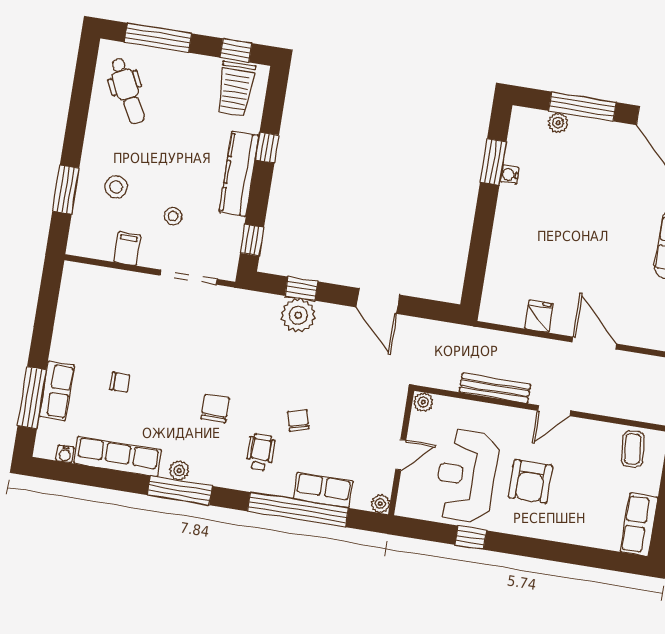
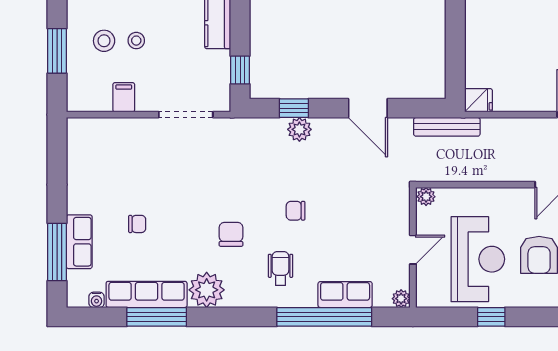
stool: (173, 216) -> (136, 41), moved
plant: (298, 315) -> (299, 129), width x0.73, depth x0.73
fridge: (539, 316) -> (478, 100), moved, turned 90
bench: (495, 388) -> (447, 127), moved
chair: (298, 420) -> (296, 211), moved, turned -74
plant: (179, 470) -> (207, 290), width x1.88, depth x1.88
reception desk: (466, 476) -> (478, 259), turned 180
window: (180, 490) -> (157, 317), moved

